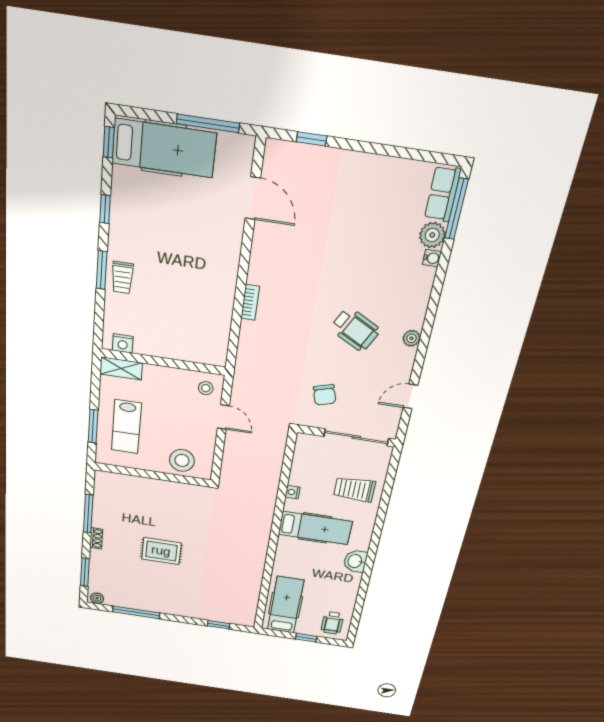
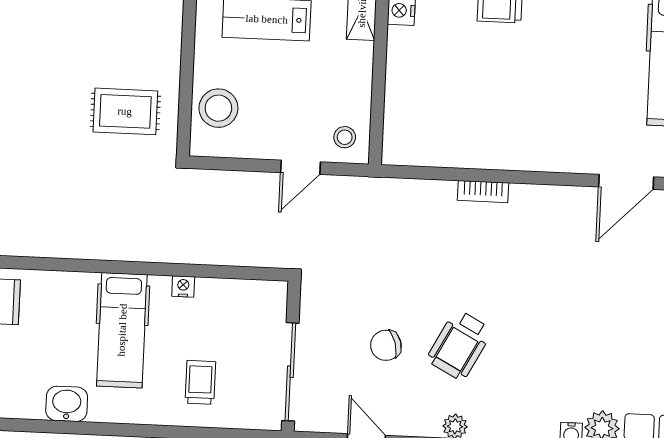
chair: (325, 395) -> (386, 345), moved
trolley: (354, 489) -> (200, 382), width x0.73, depth x0.72
rug: (161, 551) -> (125, 111), moved, turned 90

